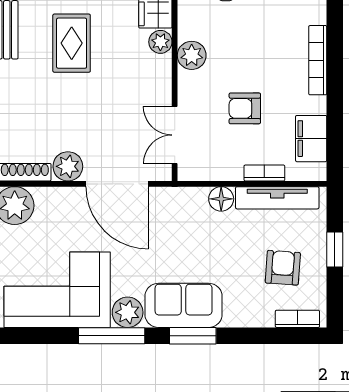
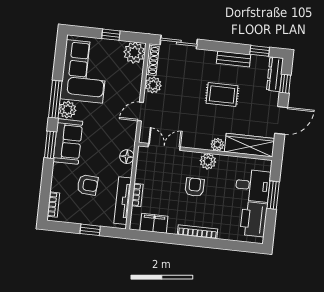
armchair: (245, 108) -> (195, 187), moved
door: (117, 184) -> (140, 112), width x0.53
floor lamp: (221, 199) -> (127, 157), moved
armchair: (283, 268) -> (88, 185), moved

